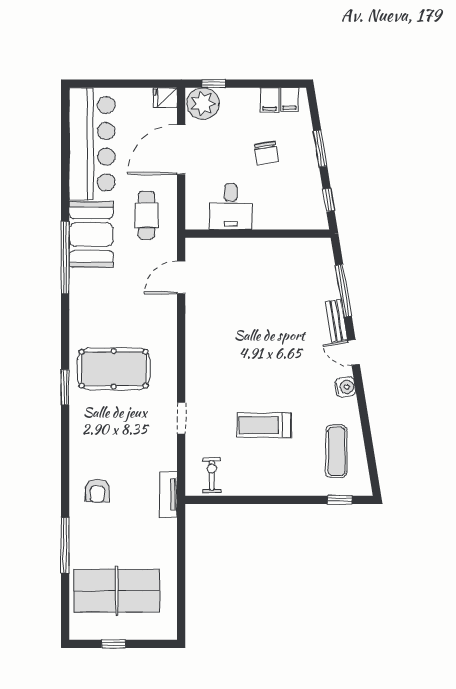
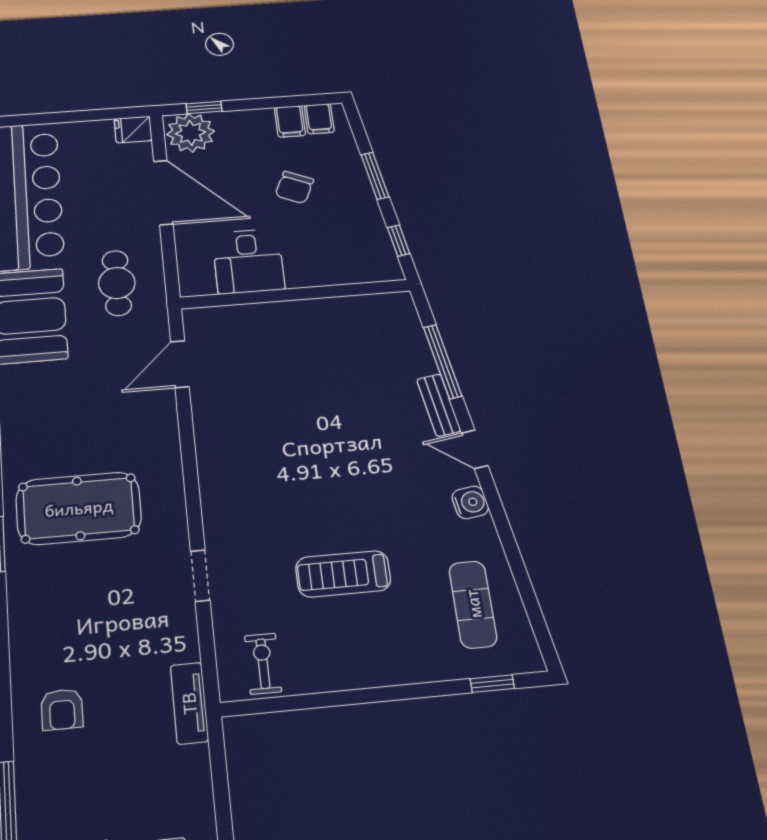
door: (181, 149) -> (163, 192), swing flipped
chair: (266, 153) -> (294, 187), turned 33

